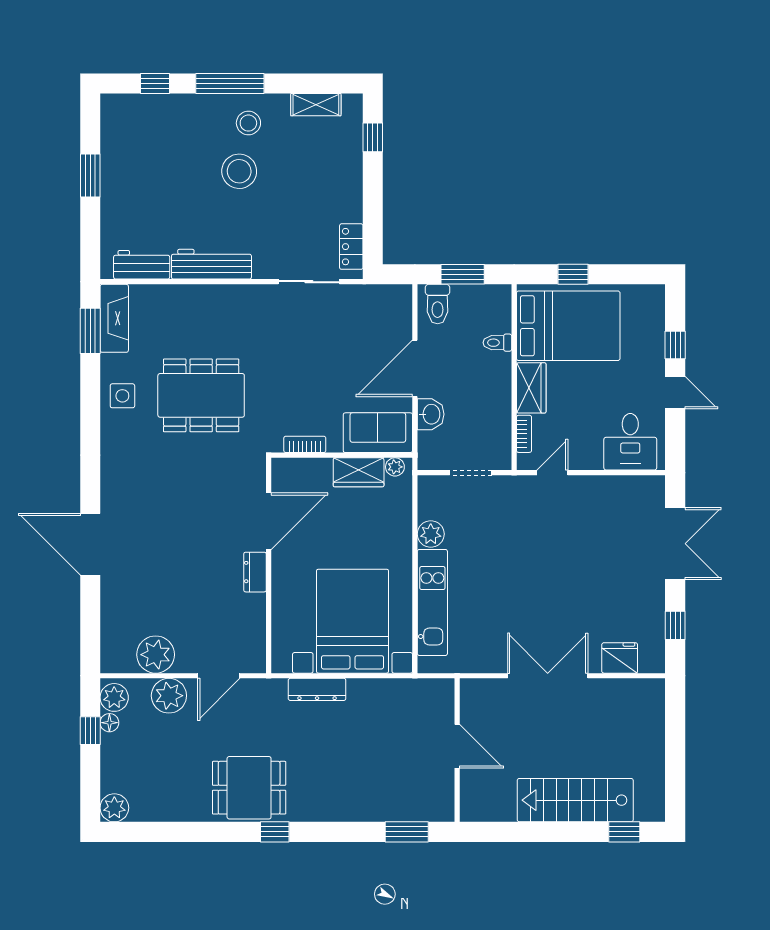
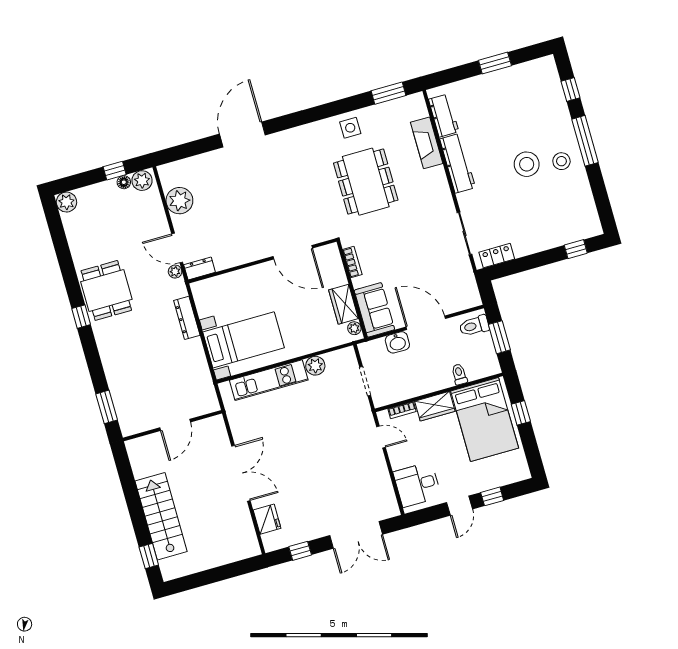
shelving: (316, 105) -> (587, 204), removed
fireplace: (114, 318) -> (427, 143), moved, turned 90
dresser: (255, 572) -> (200, 268), moved
bed with nightstands: (353, 621) -> (244, 340), width x0.73
plant: (169, 696) -> (175, 272), moved, width x0.53, depth x0.53

